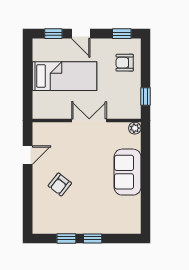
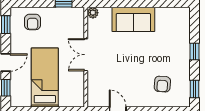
armchair: (60, 185) -> (162, 84), moved, turned 56
window: (66, 238) -> (194, 89), moved

